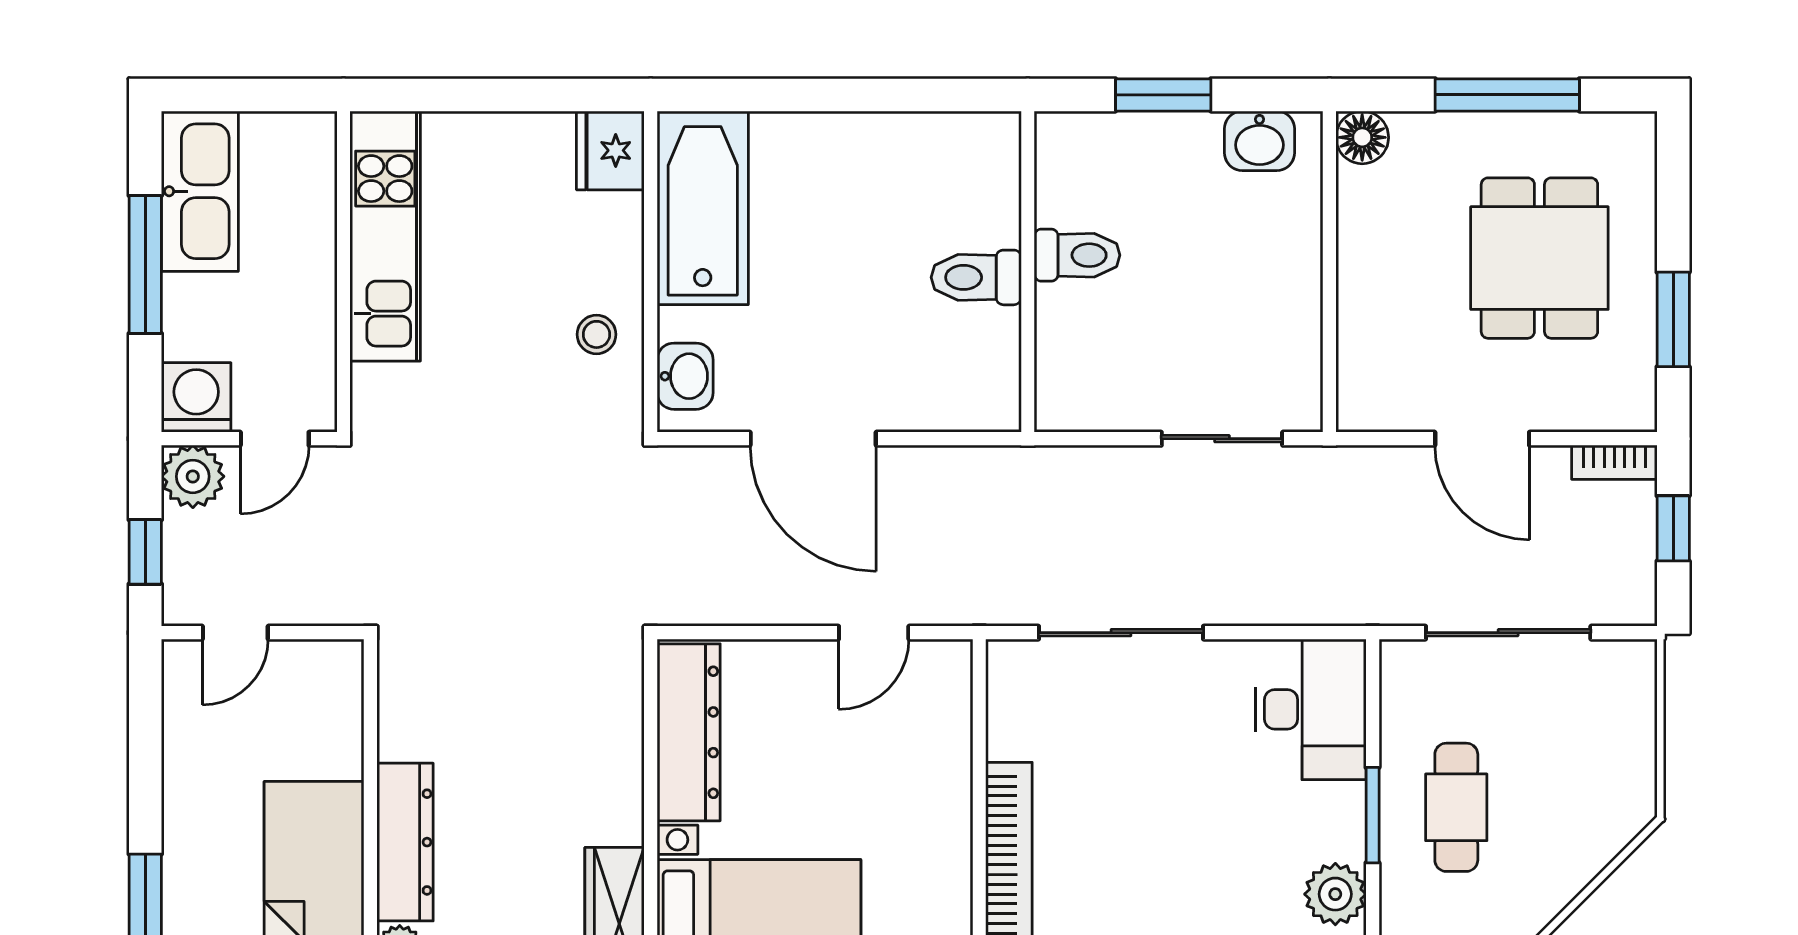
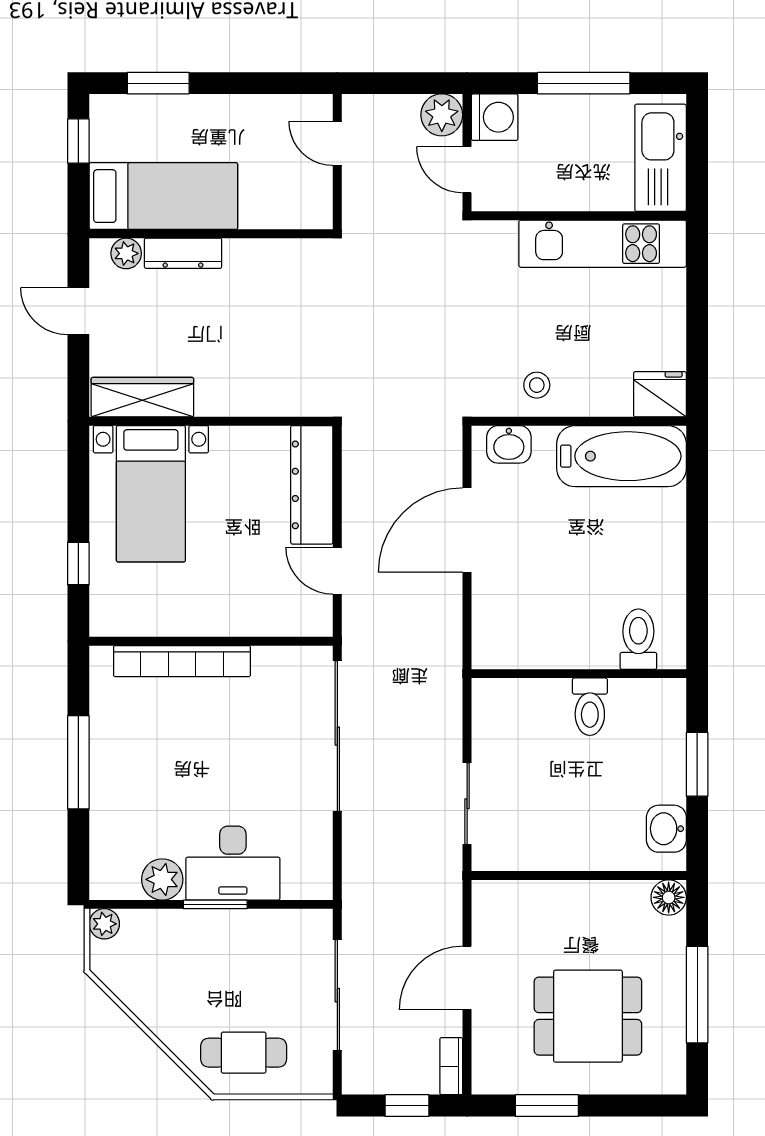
kitchen sink: (200, 191) -> (661, 158), moved, turned 90
toilet: (976, 277) -> (638, 639), moved
window: (145, 552) -> (391, 83), removed
sliding door: (1121, 633) -> (337, 736), width x1.36
desk: (1311, 709) -> (233, 863), moved
dresser: (689, 732) -> (312, 485), moved, turned 90
cafe table: (1456, 807) -> (244, 1053), moved
dresser: (405, 842) -> (183, 253), width x0.73, depth x0.80

